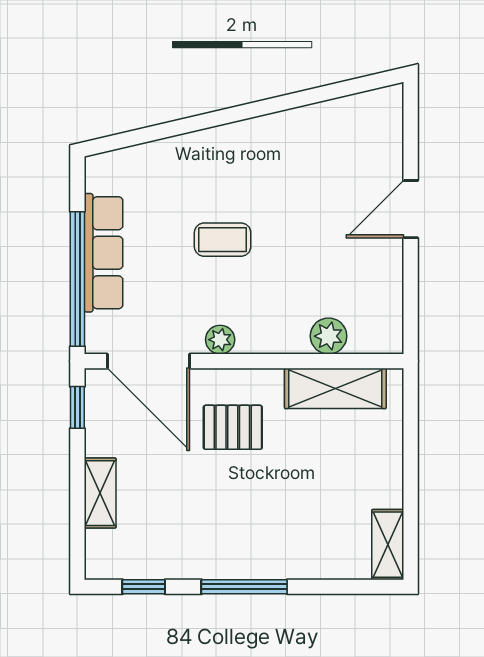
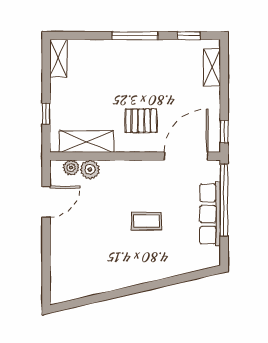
door: (411, 209) -> (46, 202), moved
plant: (220, 340) -> (71, 168), moved
door: (149, 361) -> (186, 156), hinge flipped
window: (411, 440) -> (46, 114), added
shelving: (100, 493) -> (212, 67), moved

